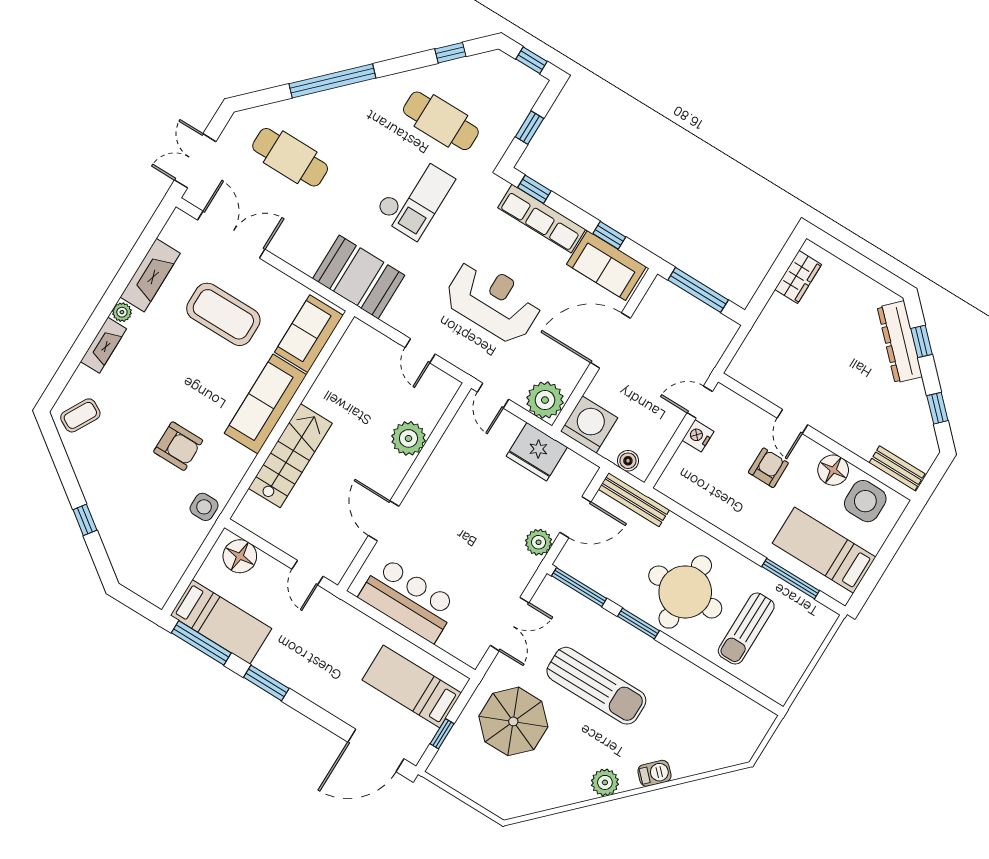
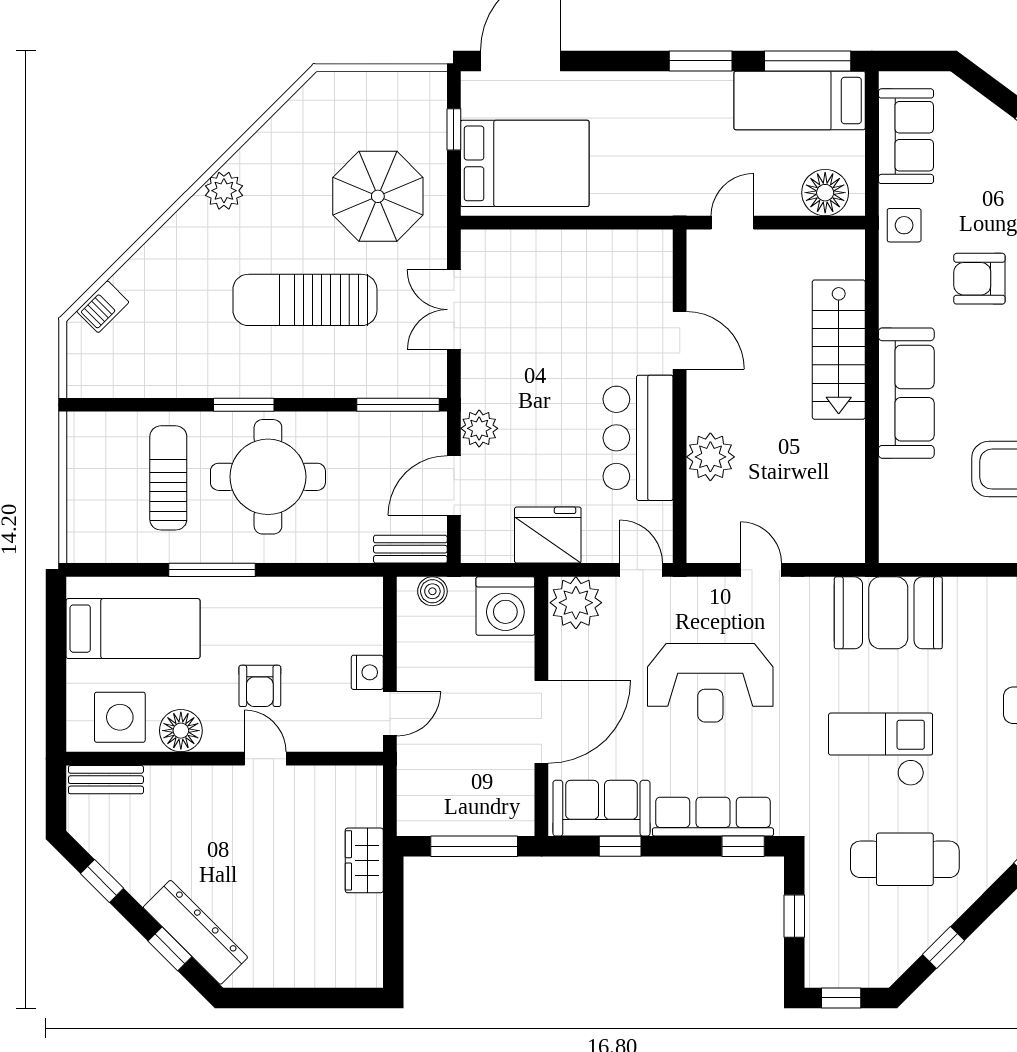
checkout: (414, 197) -> (881, 749), turned 90
wardrobe: (798, 277) -> (364, 860), moved
sofa: (309, 334) -> (906, 136), moved
bench: (634, 500) -> (410, 549), width x0.73
door: (307, 573) -> (732, 223), hinge flipped
window: (791, 579) -> (212, 570), moved
bar counter: (408, 600) -> (638, 438), moved, turned 90
window: (638, 624) -> (244, 405), moved
bed: (412, 686) -> (525, 163), width x1.50
barbecue: (654, 773) -> (103, 307), moved

